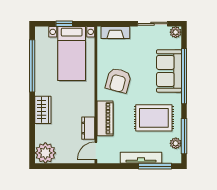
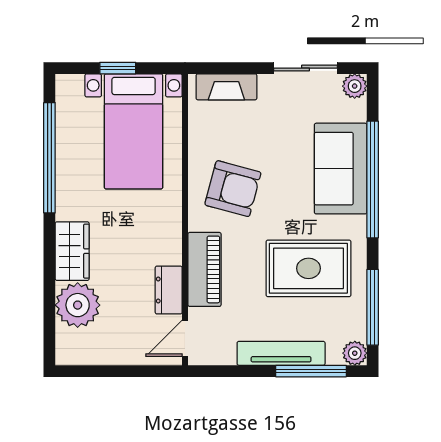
armchair: (118, 80) -> (233, 189), turned -90
plant: (176, 143) -> (355, 353), moved
plant: (45, 153) -> (78, 305), moved

